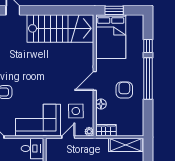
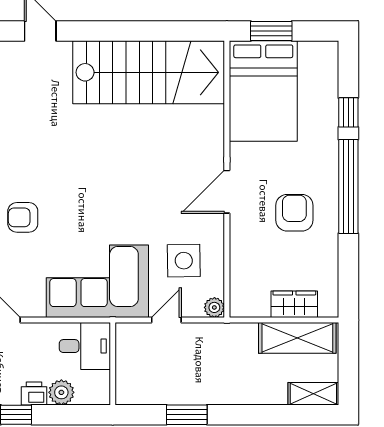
floor lamp: (101, 104) -> (241, 245), removed
wardrobe: (106, 130) -> (294, 304), moved

